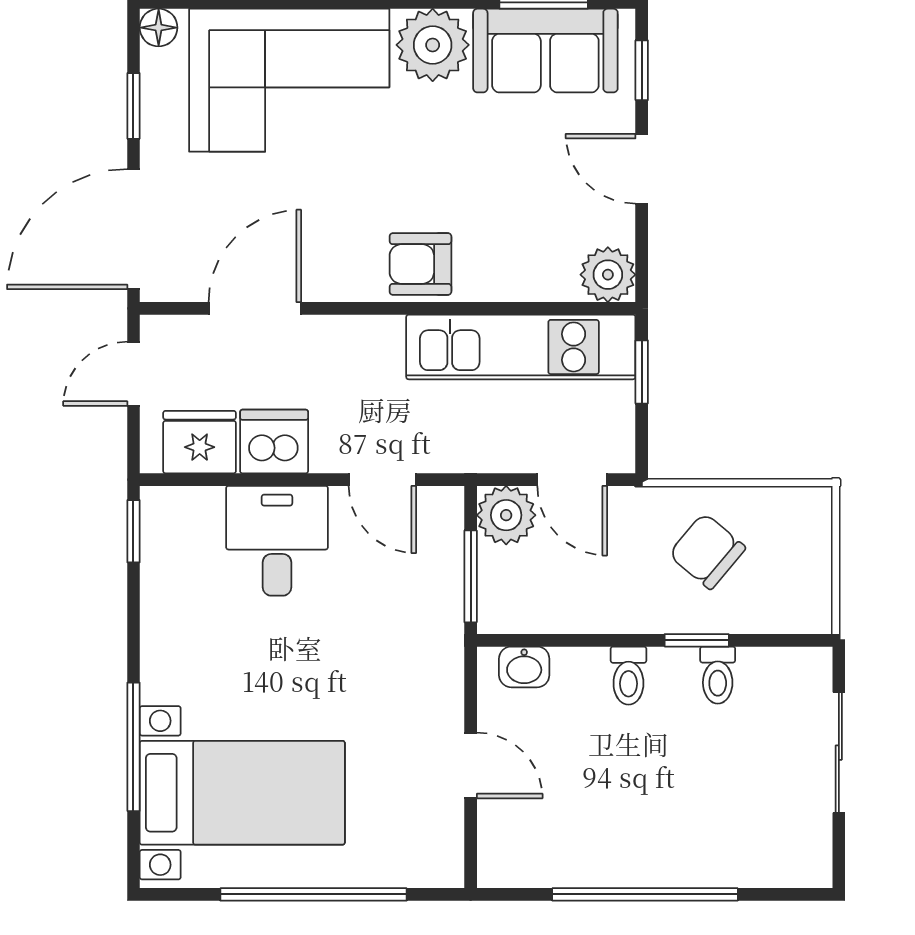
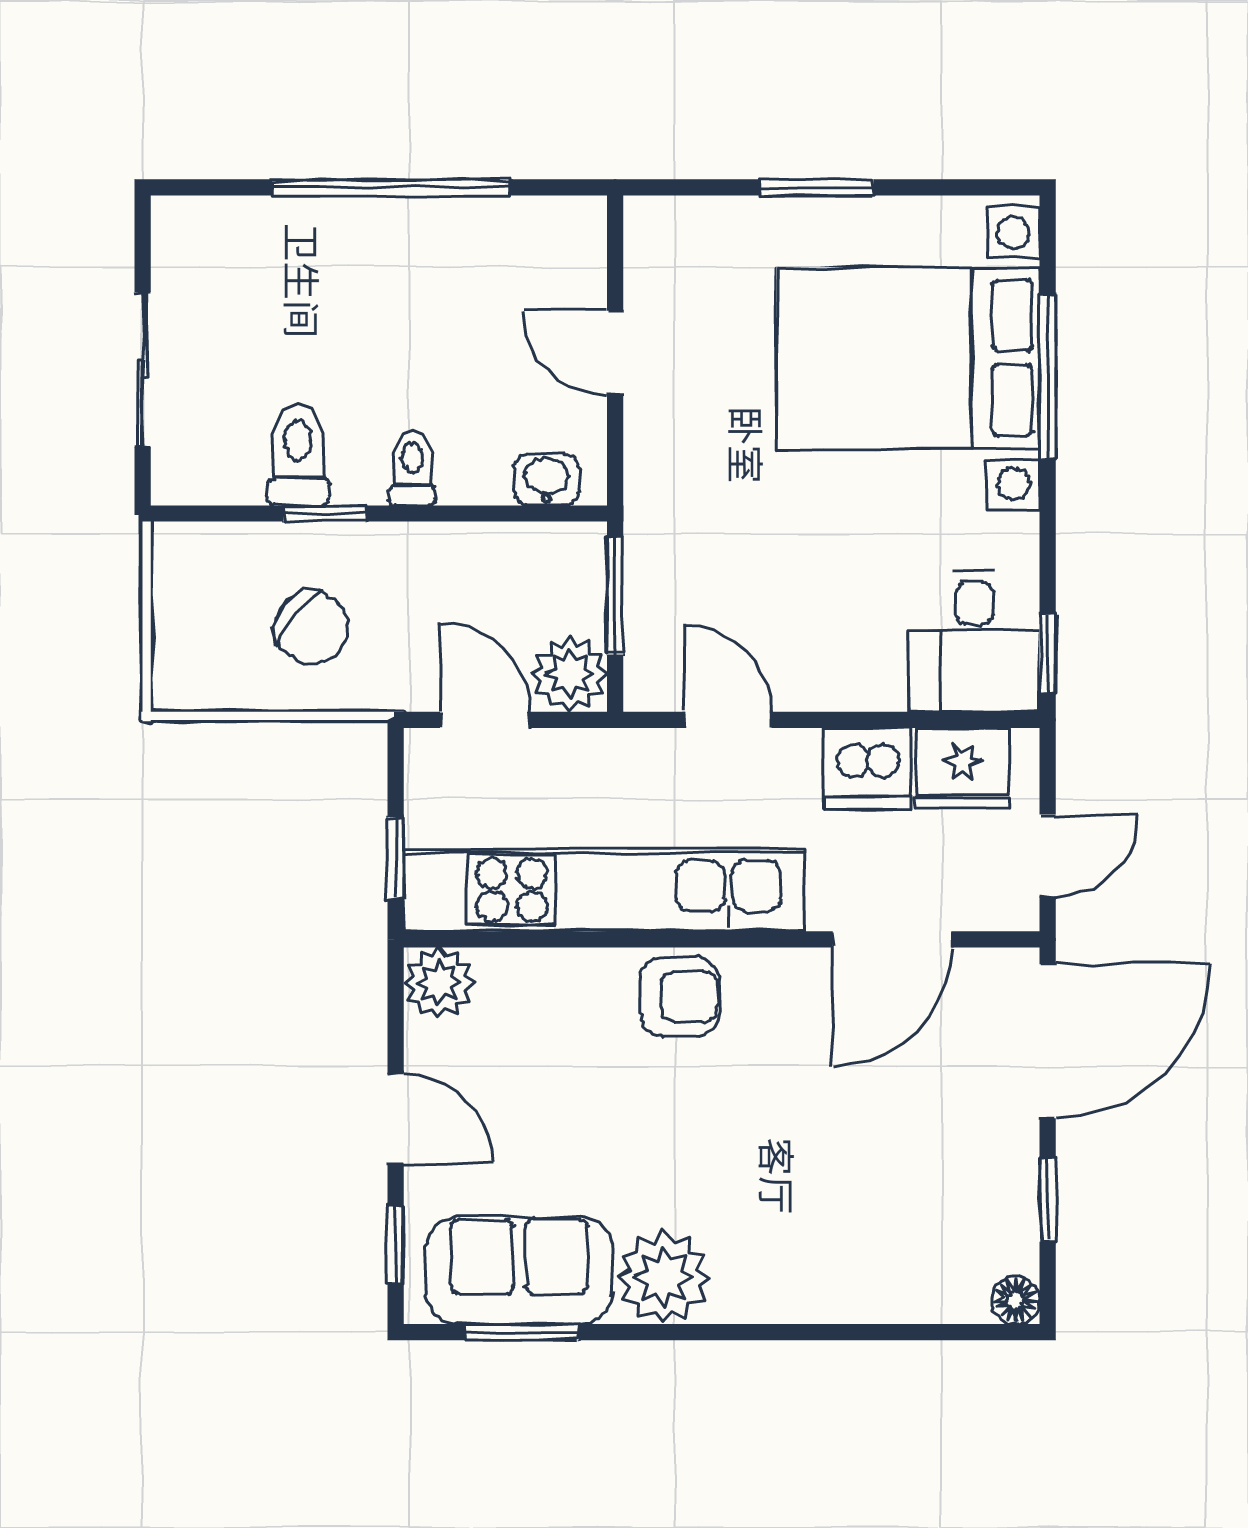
corner sofa: (289, 80) -> (848, 1232), removed
kitchen unit: (521, 347) -> (604, 890), width x1.36
desk: (277, 541) -> (974, 641), moved
toilet: (718, 675) -> (298, 455), width x1.37, depth x1.39
bed with nightstands: (242, 793) -> (908, 358), width x1.36
window: (314, 894) -> (817, 187), width x0.47

